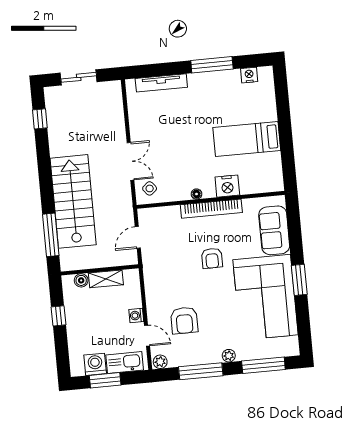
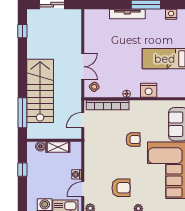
tv unit: (161, 83) -> (127, 14), moved
bookcase: (211, 209) -> (108, 105), moved
armchair: (212, 258) -> (133, 140), turned -90
armchair: (184, 320) -> (121, 188), moved, turned -90
door: (147, 336) -> (83, 189), swing flipped

